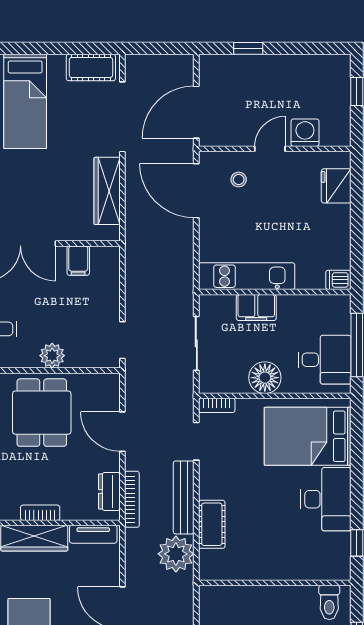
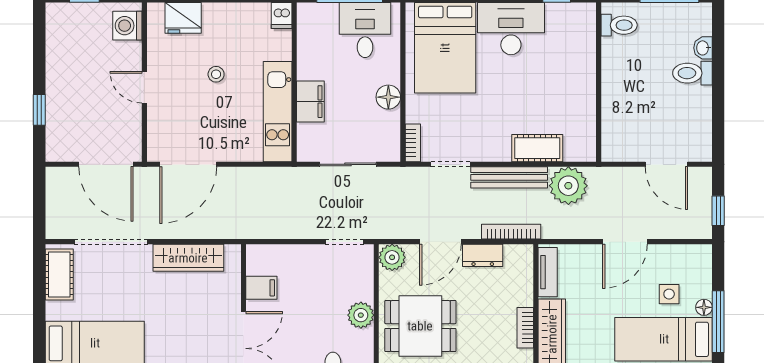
washing machine: (305, 133) -> (127, 26), moved
stool: (239, 179) -> (216, 74), moved
floor lamp: (265, 378) -> (388, 97), width x0.73, depth x0.73
plant: (107, 386) -> (392, 257), added
dresser: (109, 491) -> (483, 255), moved

